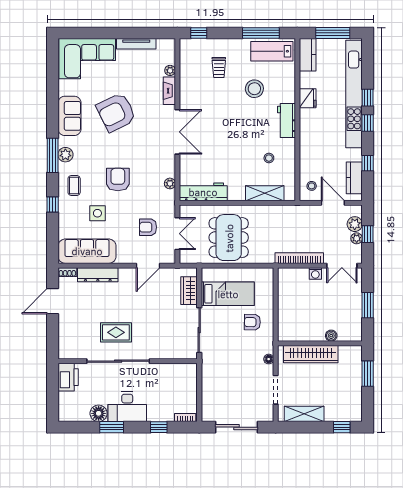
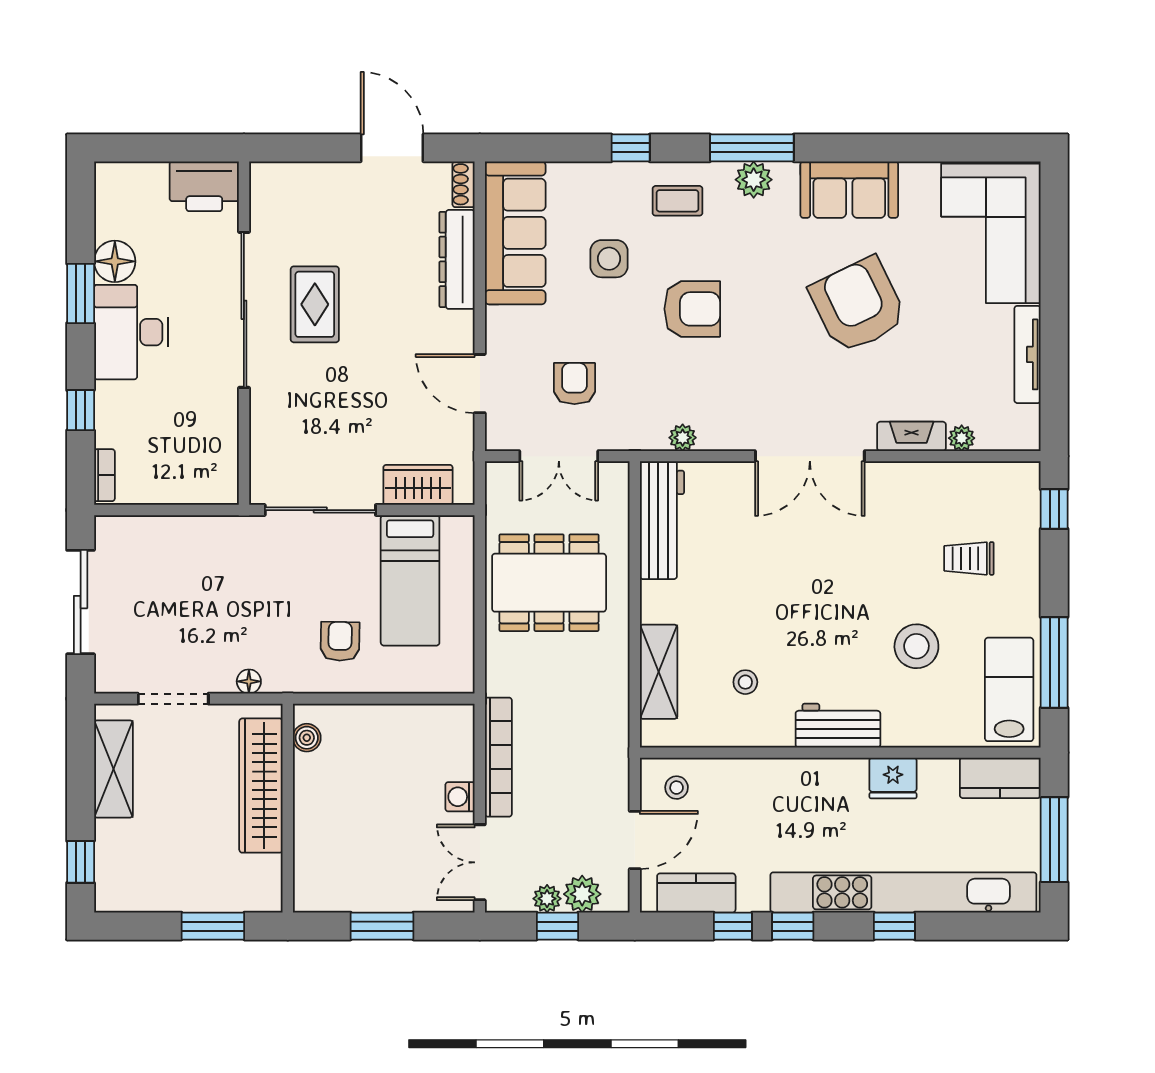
window: (368, 123) -> (793, 926), moved
boiler: (331, 336) -> (307, 738), moved

